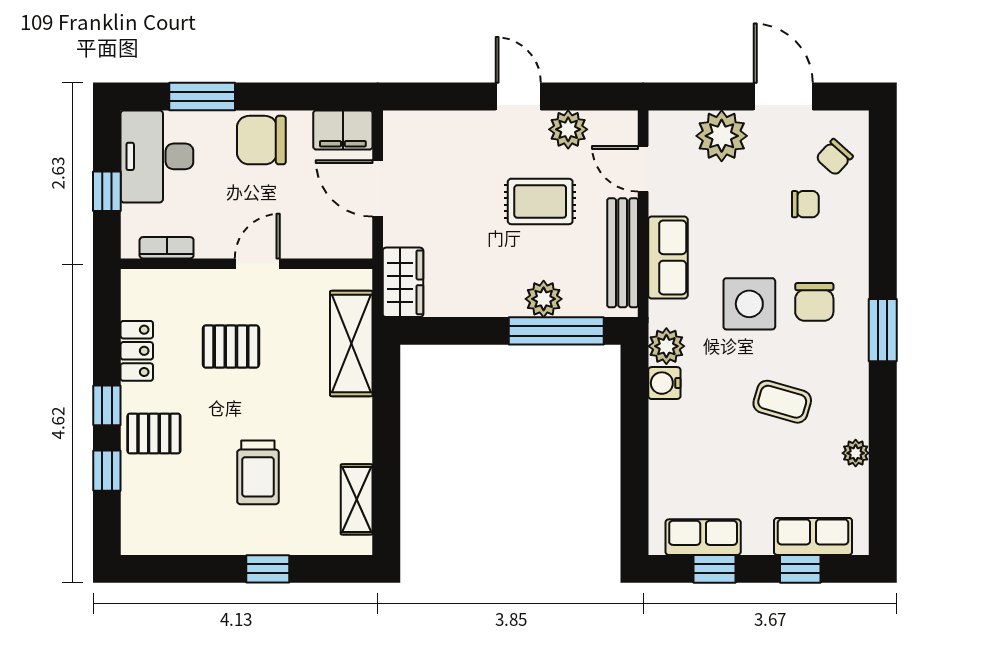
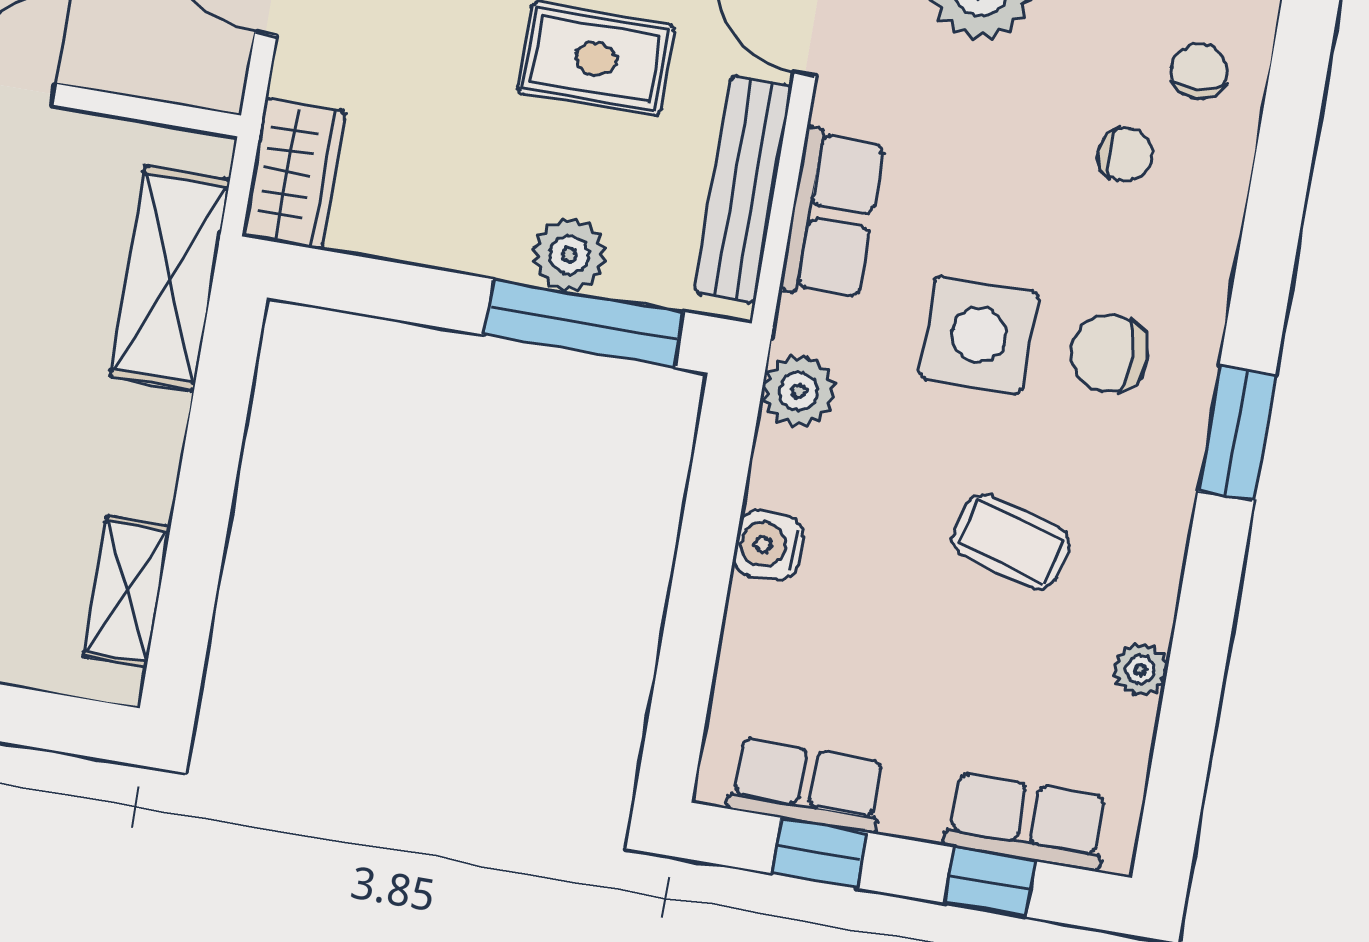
chair: (834, 157) -> (1199, 71), turned 134
chair: (814, 302) -> (1109, 353), turned 90
water cooler: (664, 383) -> (768, 545), moved

